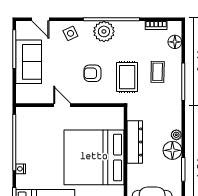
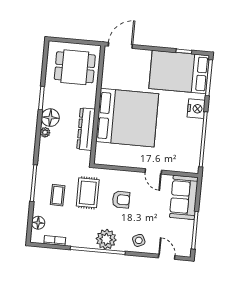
sofa: (29, 62) -> (184, 197), moved
nightstand: (21, 169) -> (196, 109), width x1.89, depth x1.79

